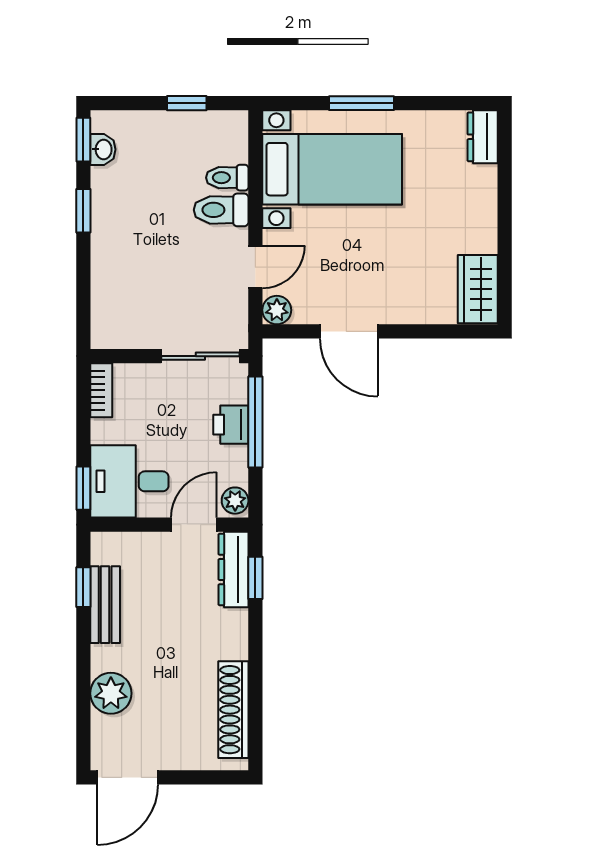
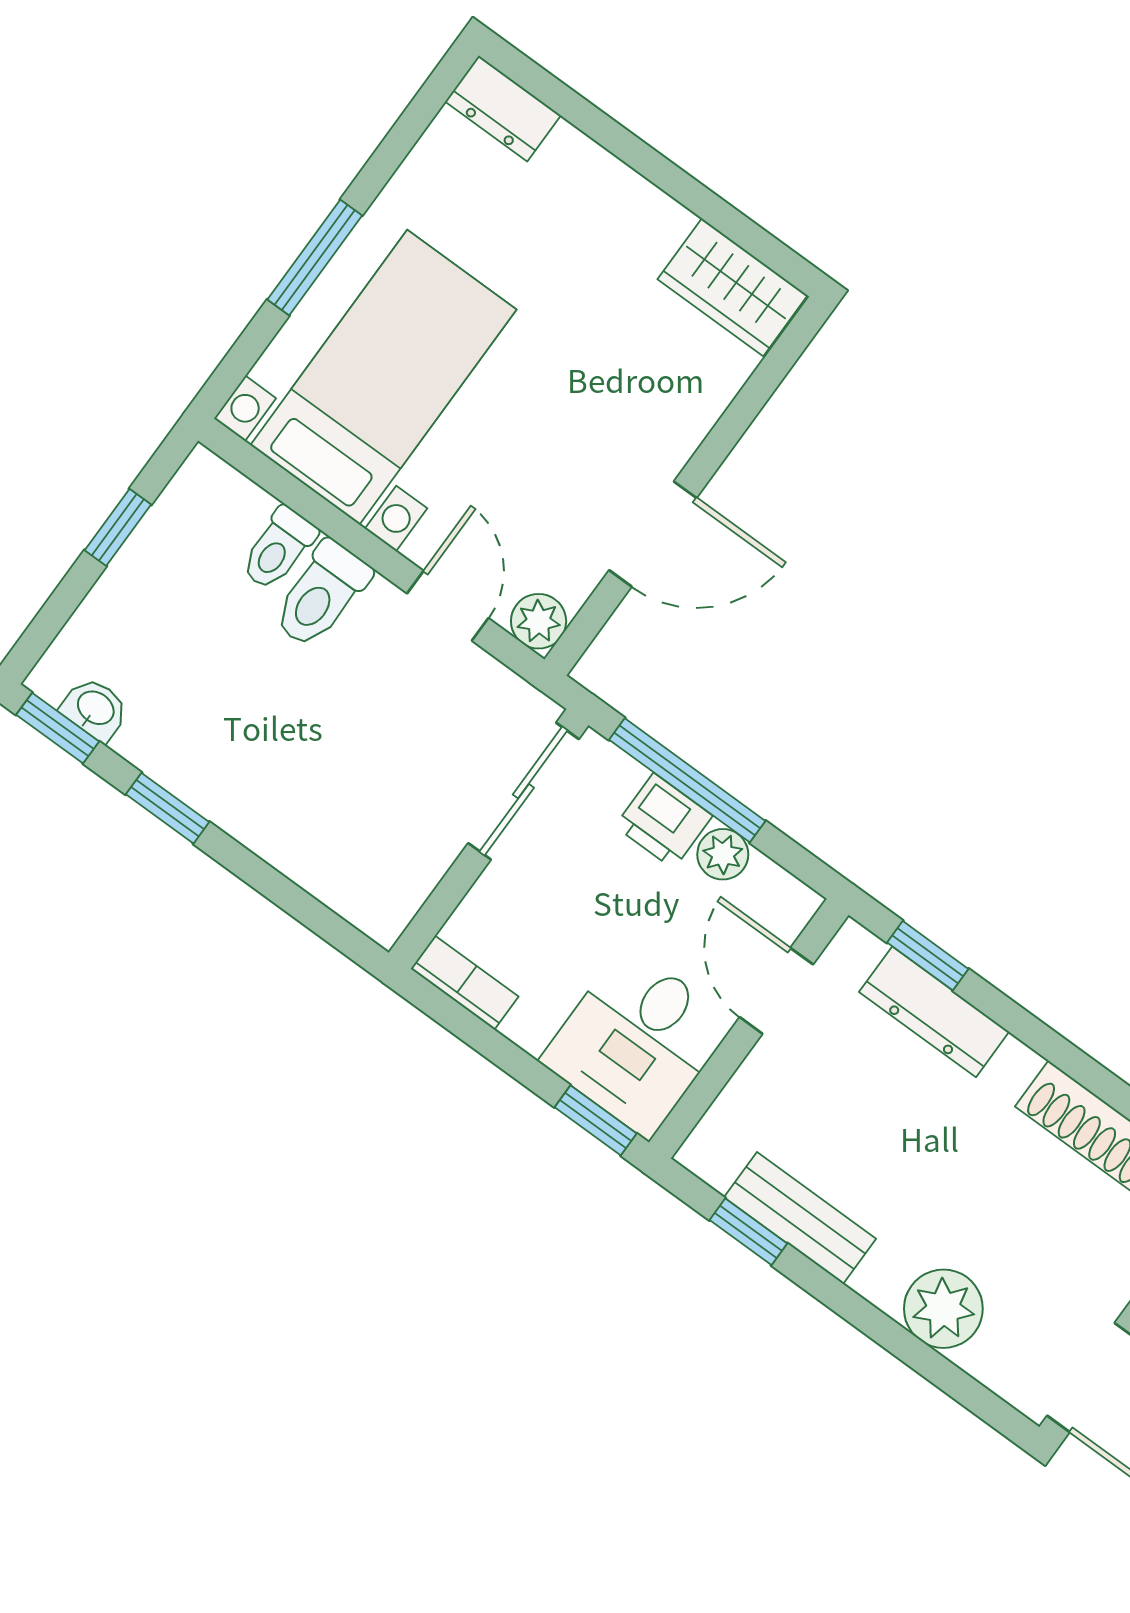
plant: (235, 501) -> (723, 854), moved
dresser: (234, 569) -> (934, 1012), moved

